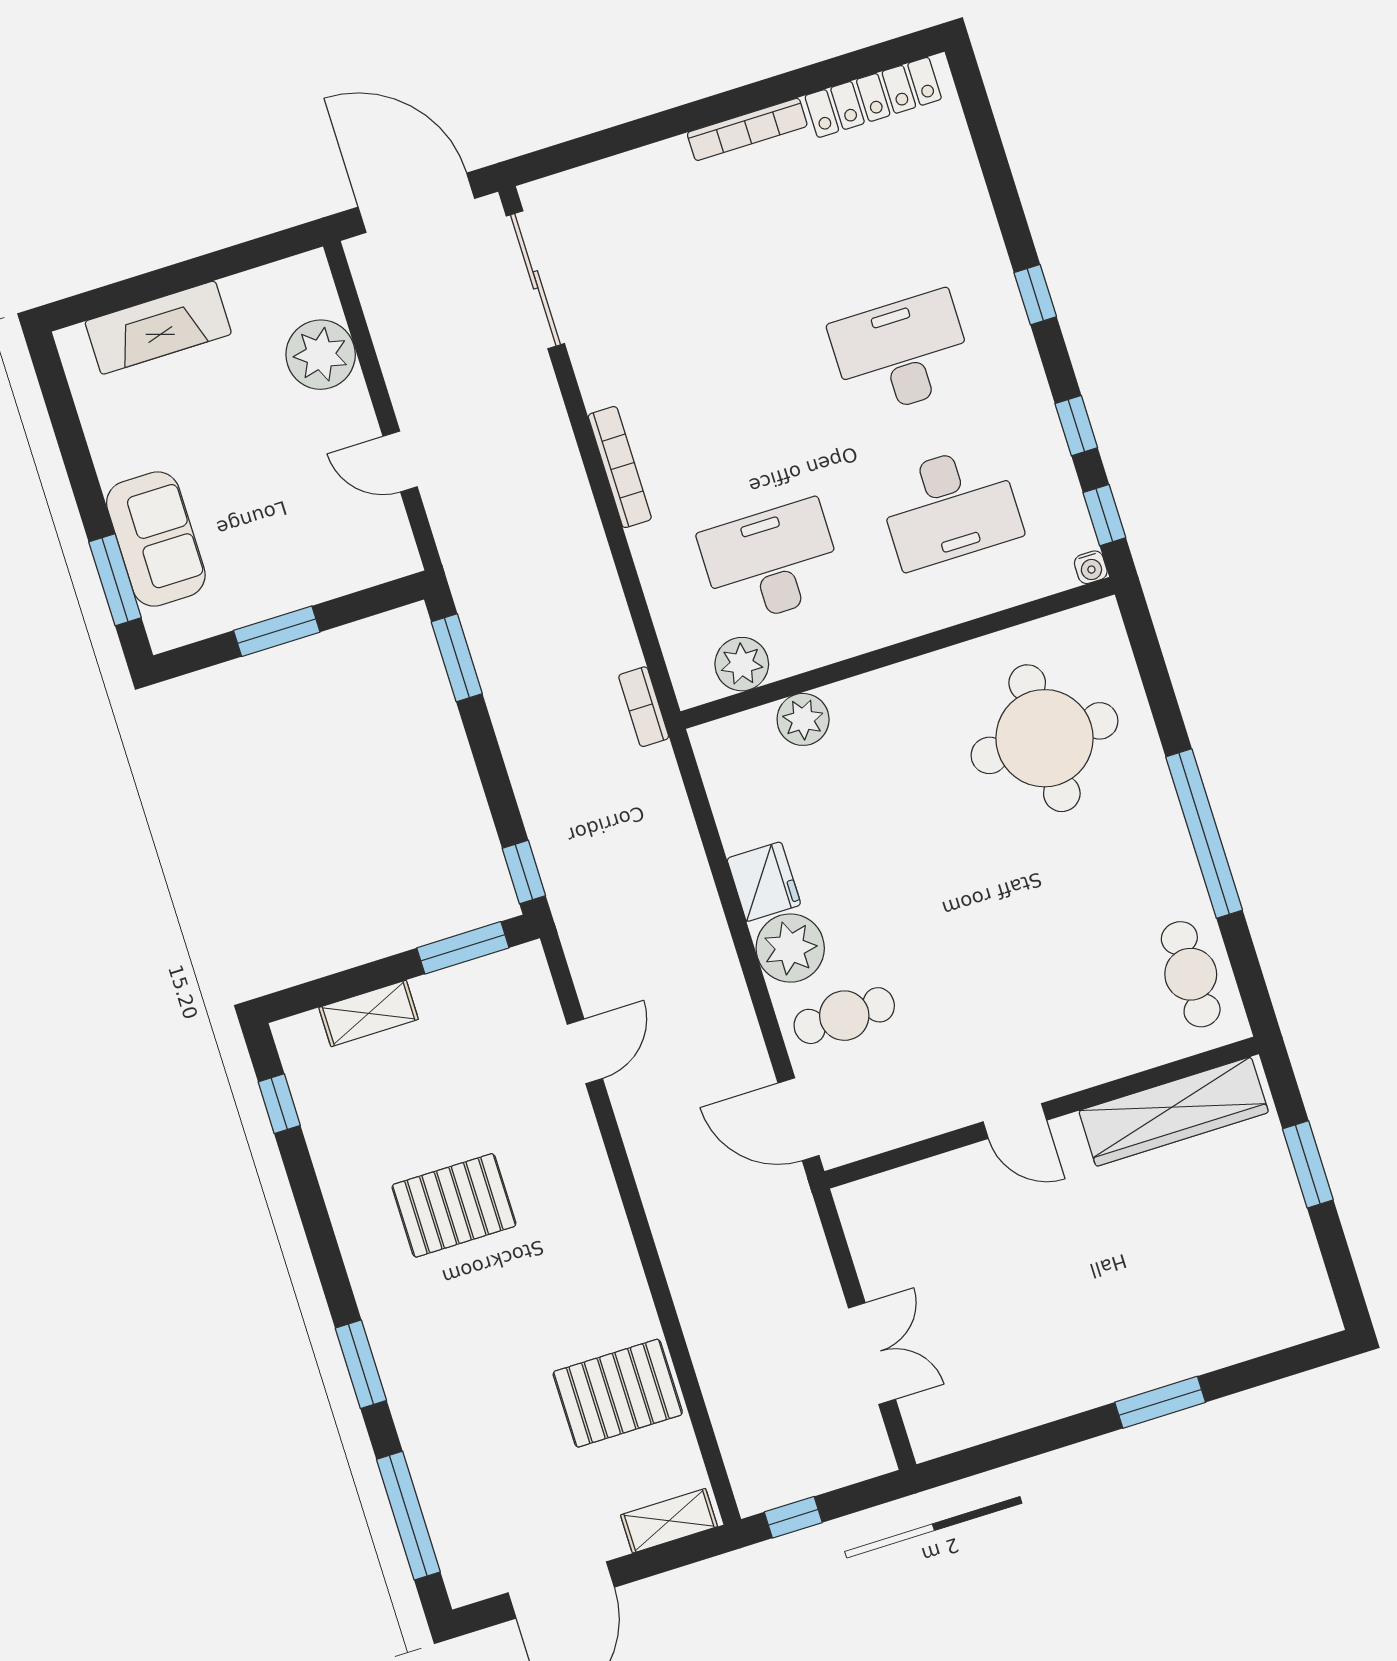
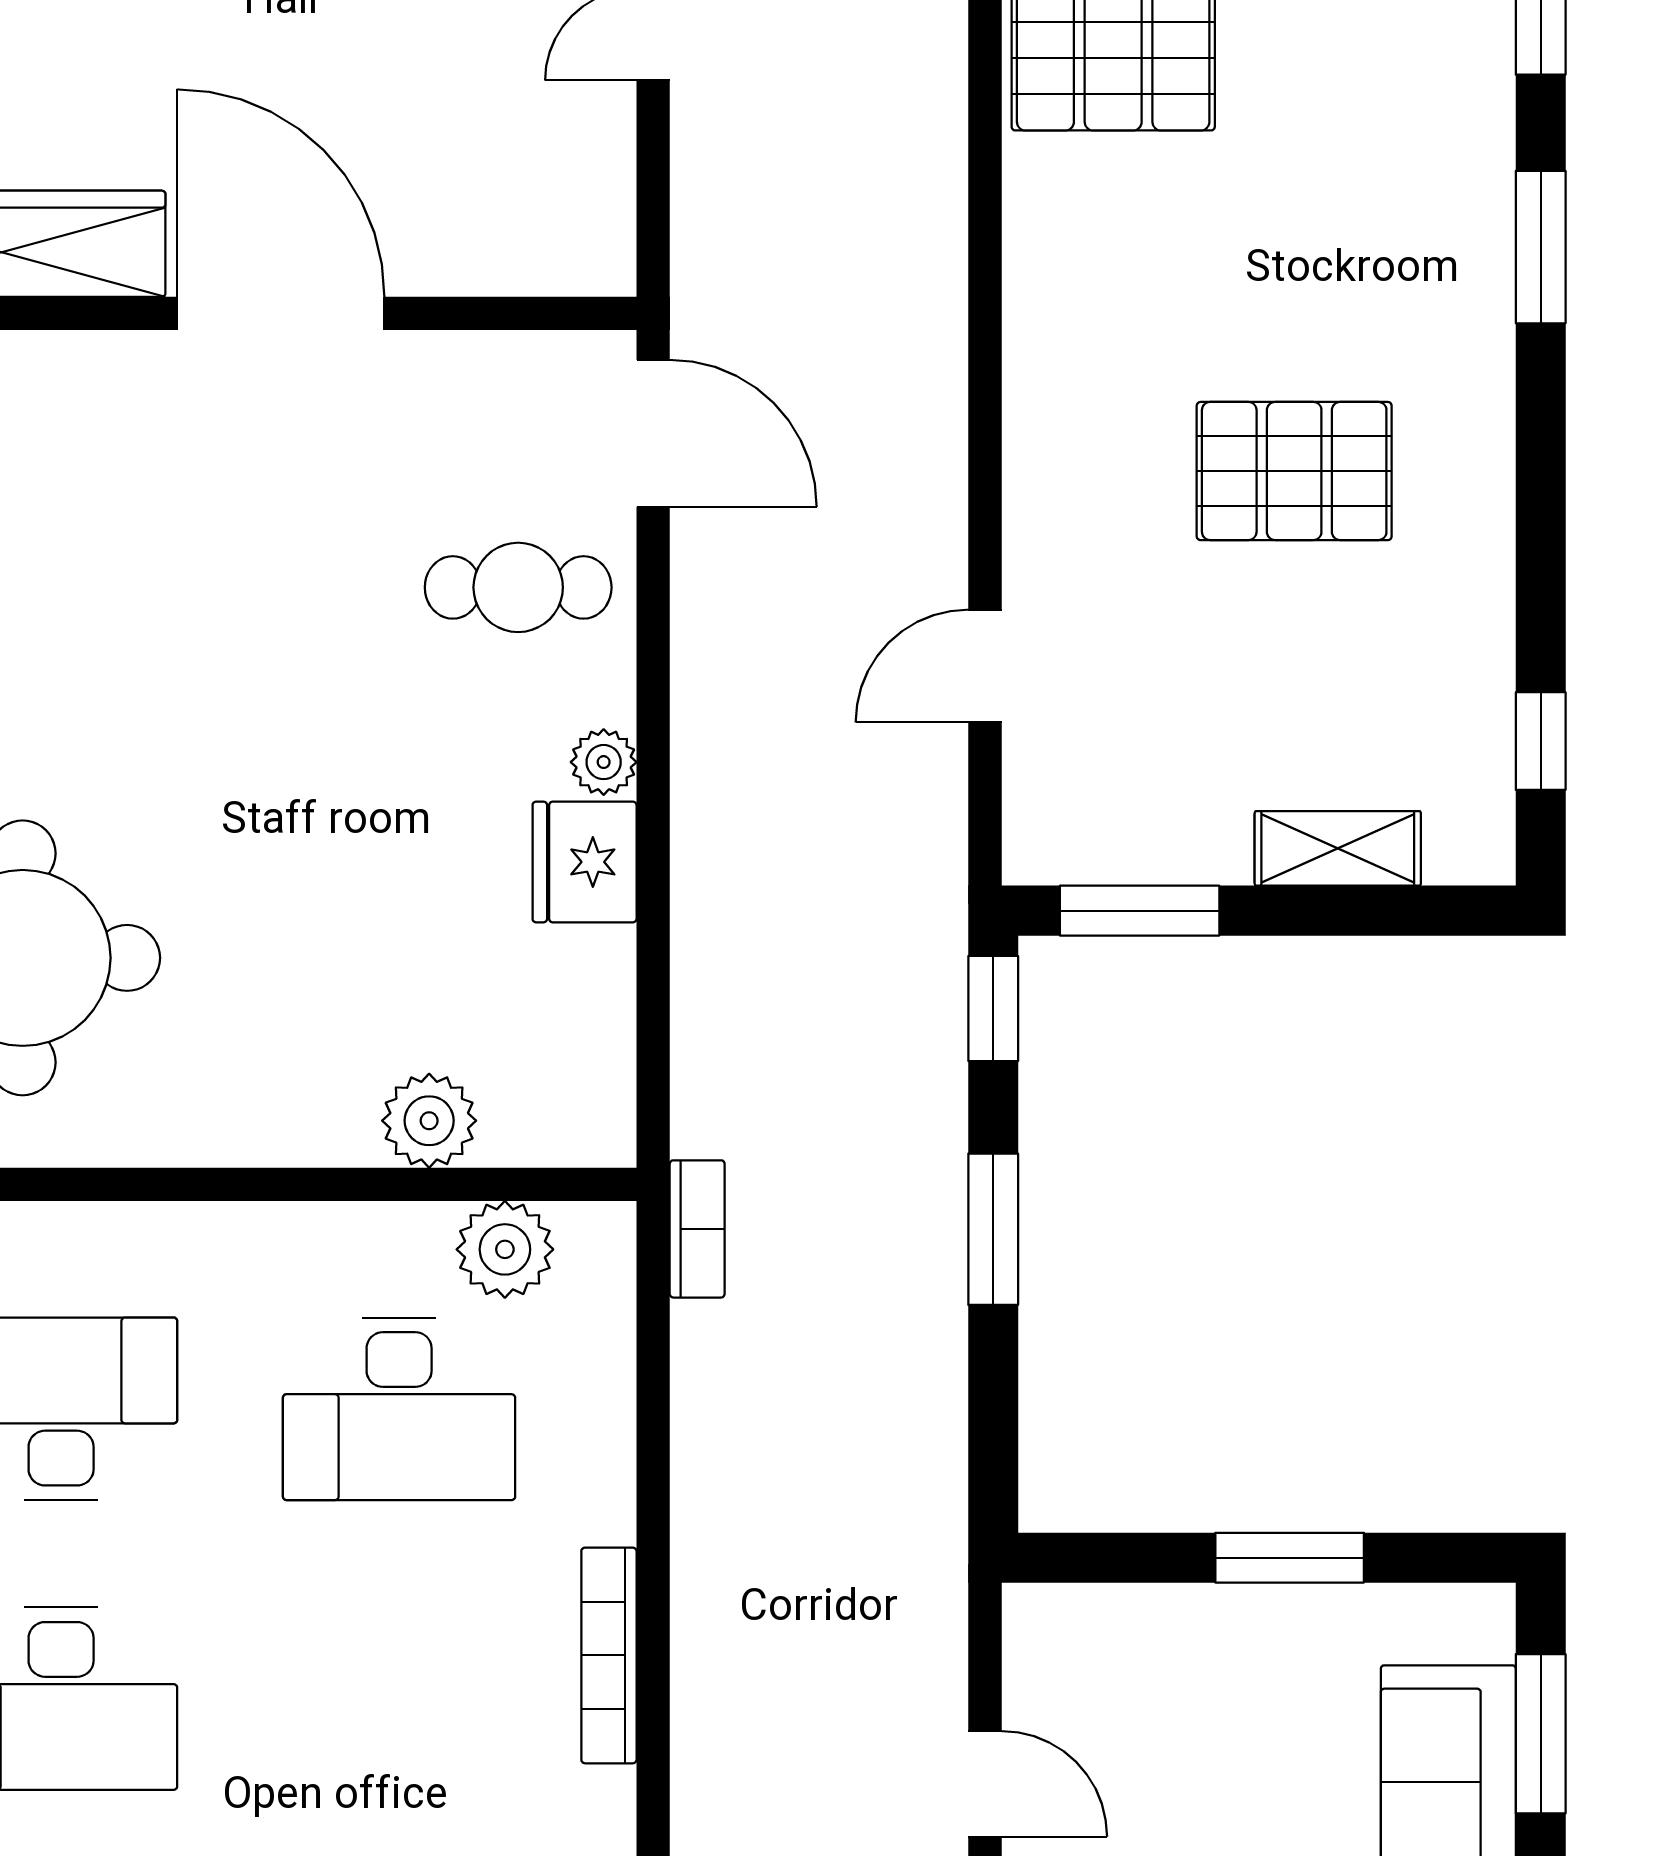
window: (457, 658) -> (993, 1229), moved
plant: (790, 948) -> (604, 762), width x0.53, depth x0.53
door: (1015, 1121) -> (281, 313), width x1.87

